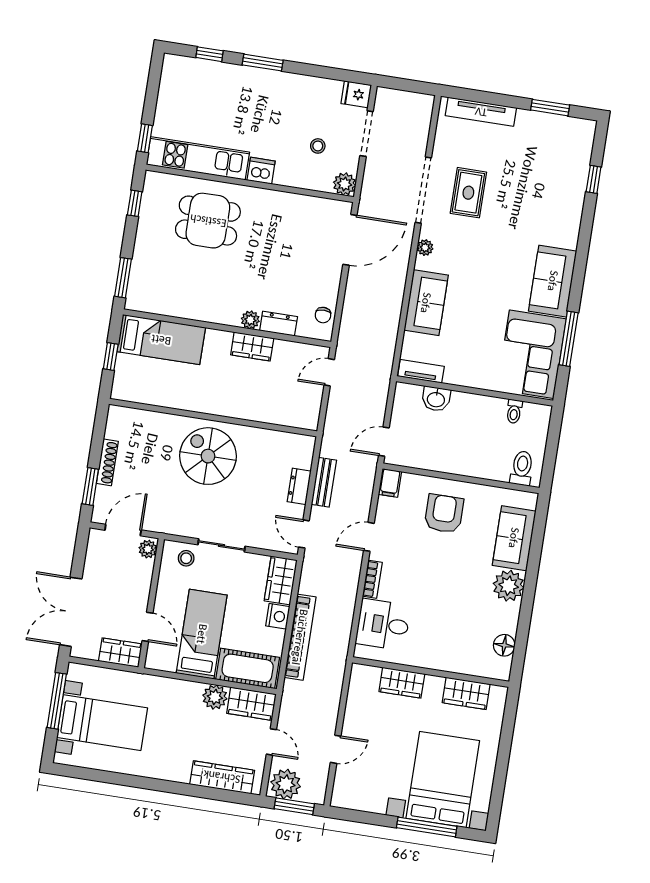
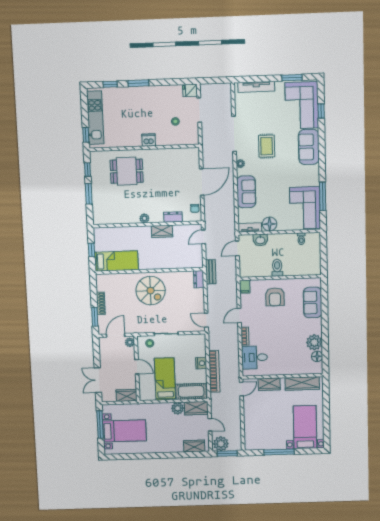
kitchen unit: (198, 158) -> (95, 118), moved, turned 90
corner sofa: (559, 162) -> (302, 105), added
plant: (345, 184) -> (193, 139), removed
rug: (468, 193) -> (267, 146), moved
door: (350, 240) -> (202, 182), moved
window: (123, 278) -> (89, 194), moved
sofa: (553, 281) -> (309, 147), moved
plant: (250, 320) -> (144, 218), moved
bed: (161, 340) -> (116, 261), moved
floor lamp: (459, 372) -> (270, 224), added
door: (384, 442) -> (237, 248), moved
spiral stairs: (208, 456) -> (151, 291), turned 180
toilet: (522, 468) -> (277, 268), moved
bench: (324, 482) -> (211, 272), moved
dresser: (299, 486) -> (199, 279), moved
armchair: (444, 514) -> (275, 297), turned 180
wardrobe: (281, 580) -> (199, 345), removed
plant: (509, 586) -> (314, 342), moved
double door: (71, 612) -> (98, 380), width x0.73
door: (148, 627) -> (137, 367), moved
wardrobe: (466, 693) -> (302, 383), width x1.50
door: (336, 749) -> (241, 389), moved
wardrobe: (222, 777) -> (194, 446), width x0.67
bed with nightstands: (443, 779) -> (305, 427), width x0.73
window: (427, 827) -> (279, 452), moved

